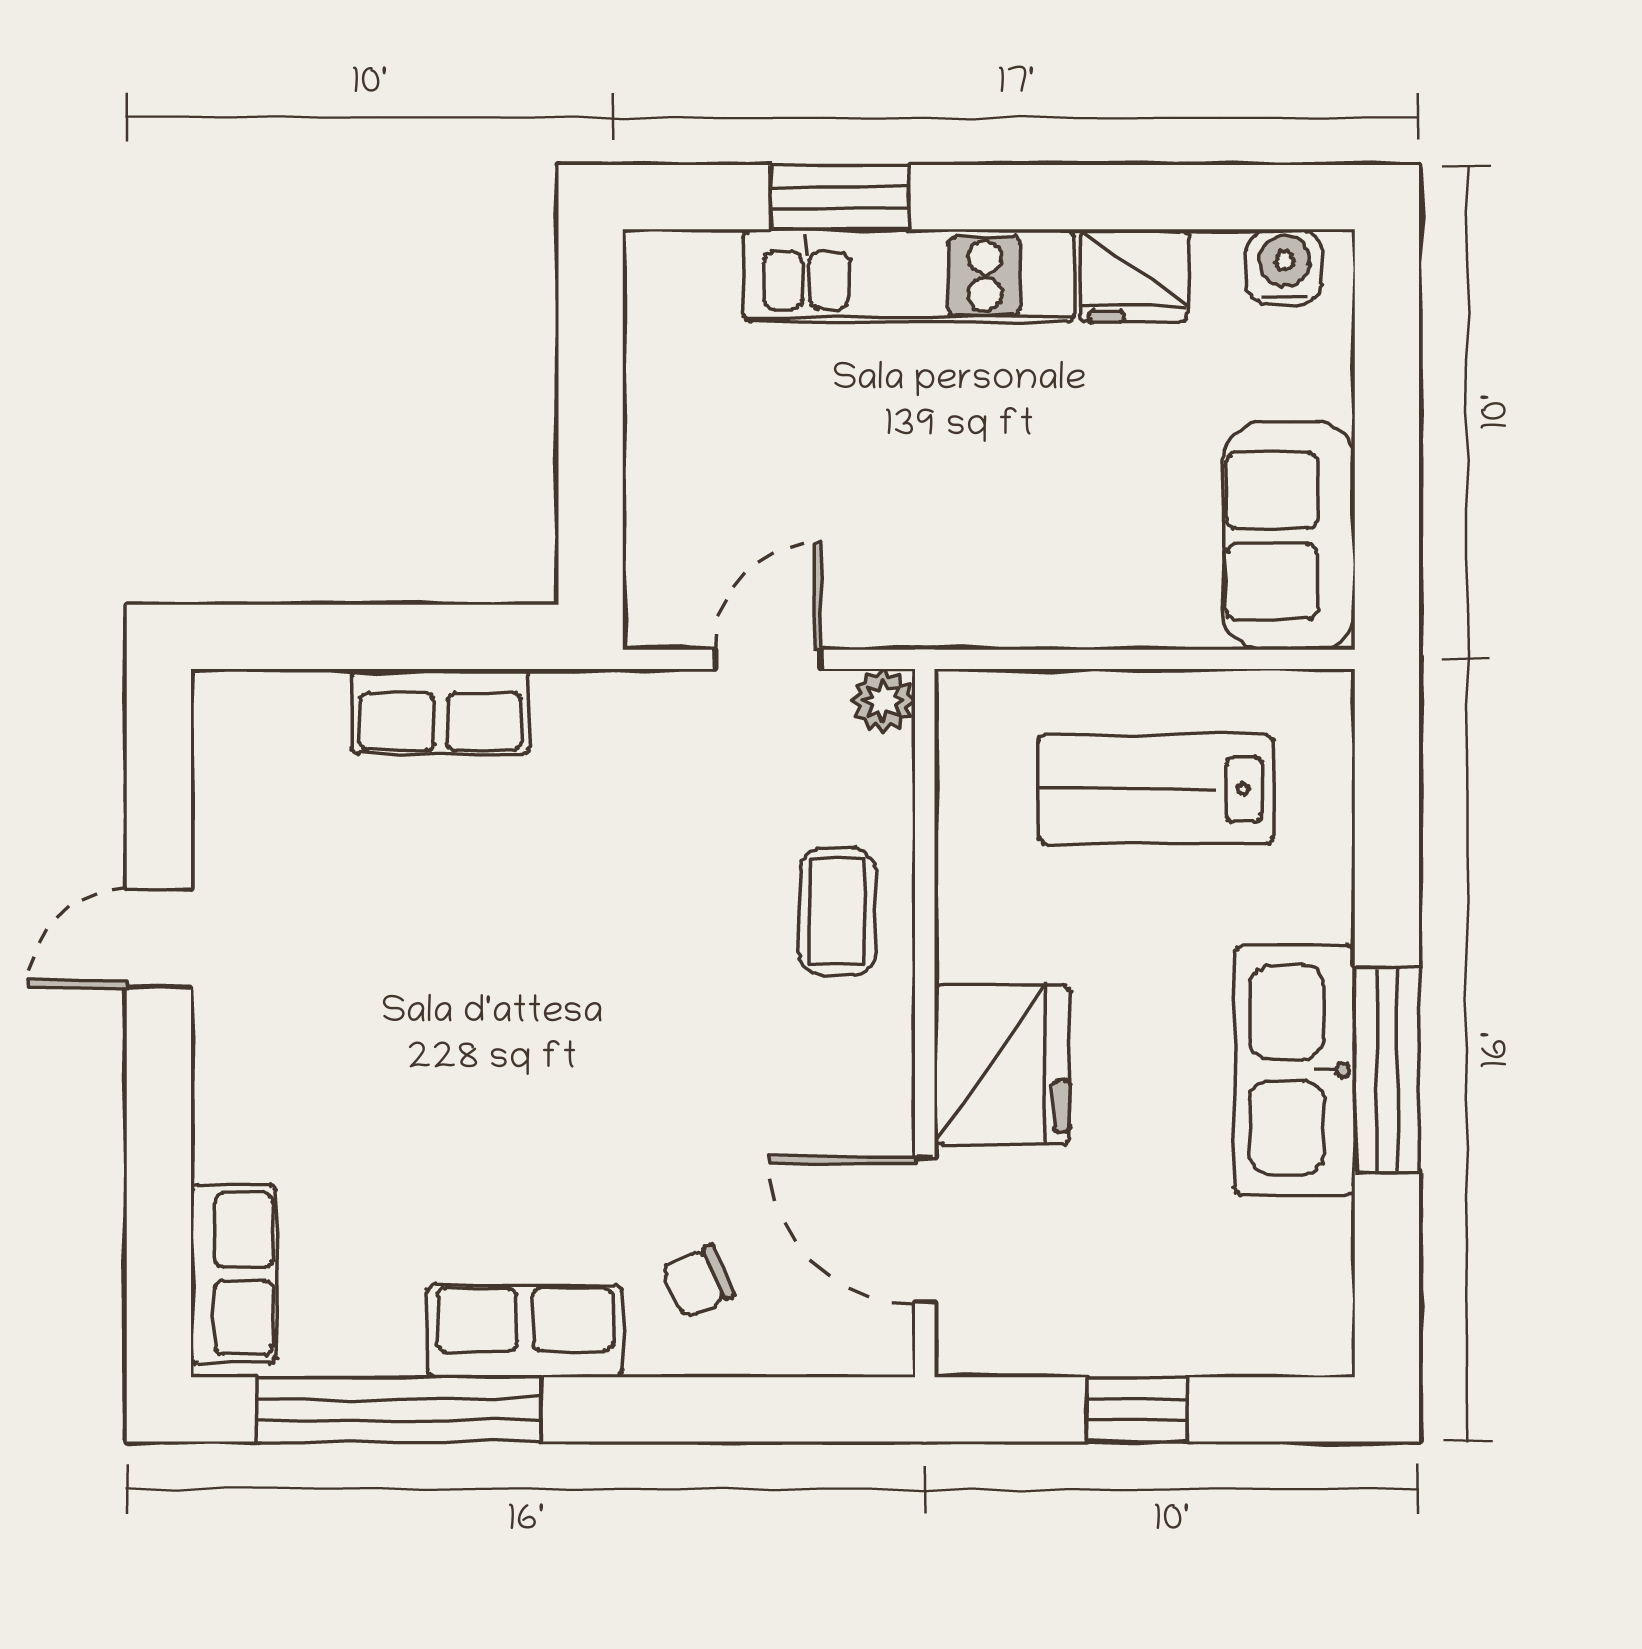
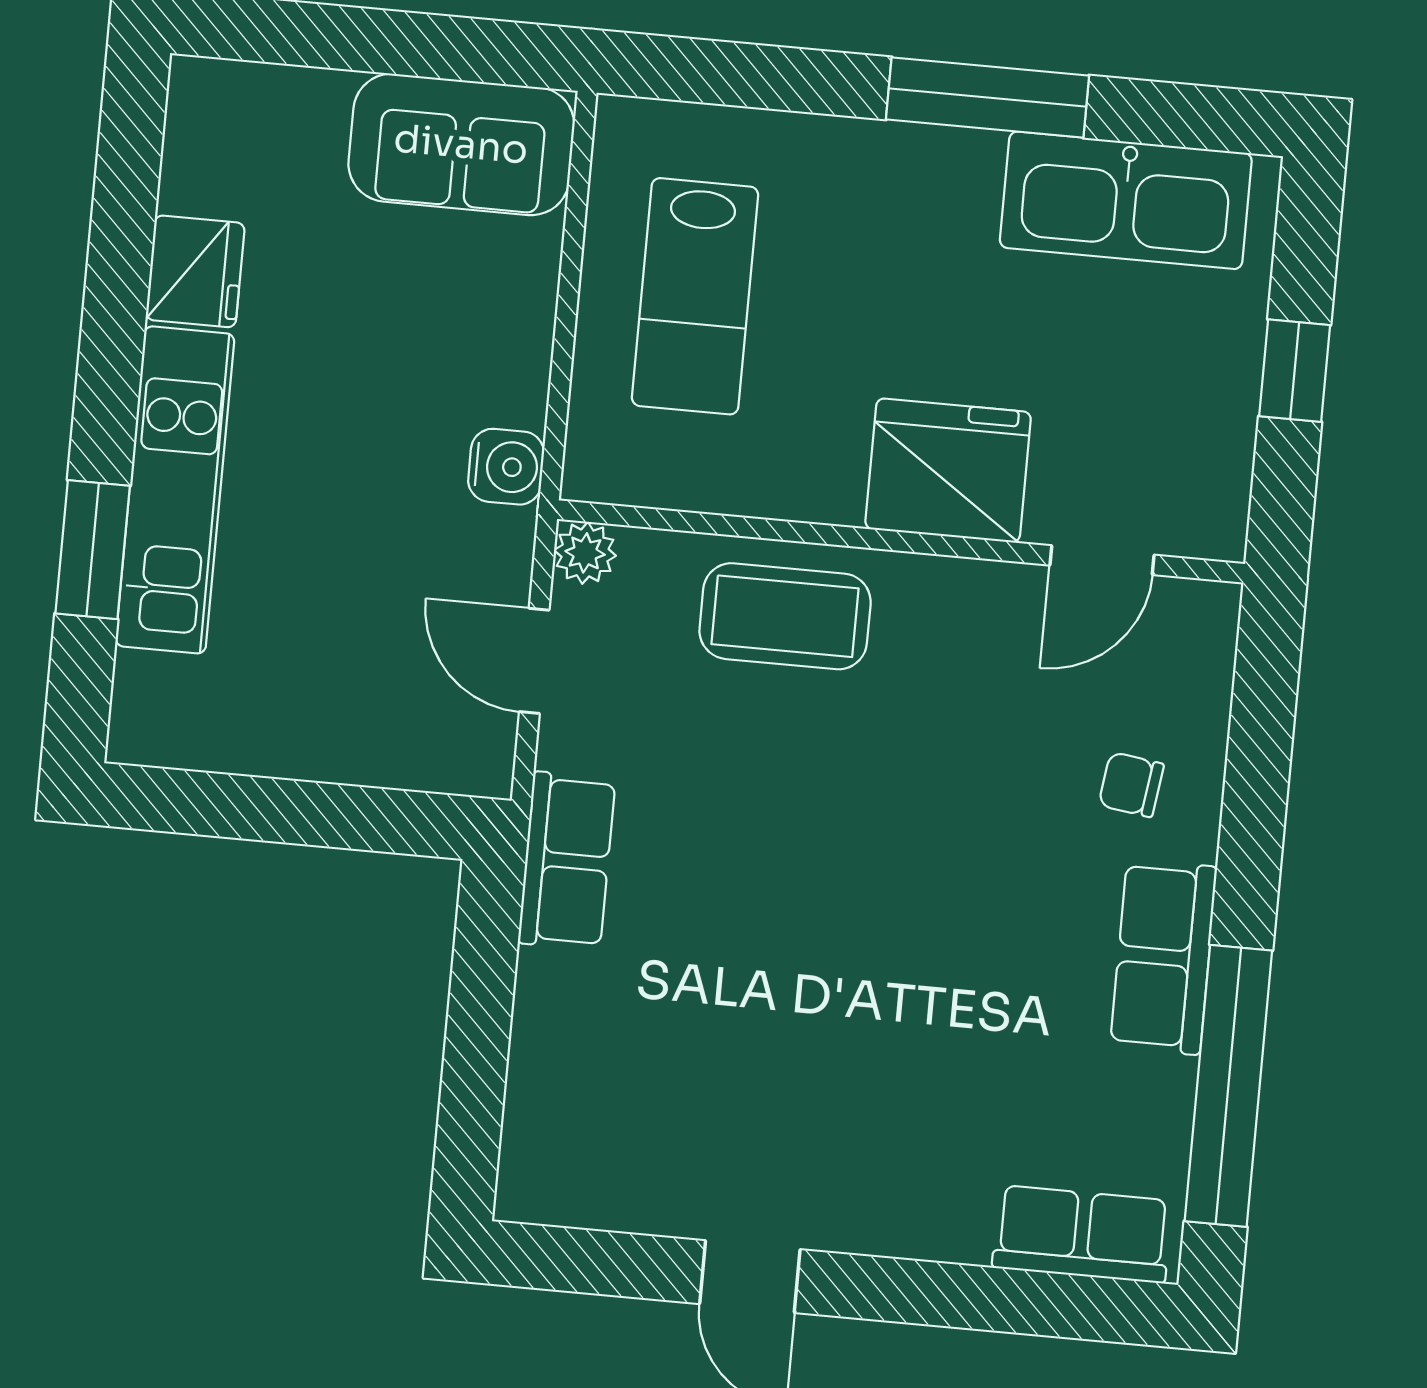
water cooler: (1284, 267) -> (506, 467), moved, turned 180
row of seats: (441, 711) -> (567, 861), moved
coffee table: (837, 912) -> (785, 616), width x1.36, depth x1.30
kitchen sink: (1295, 1070) -> (1126, 200), moved
door: (925, 1230) -> (1102, 560), width x0.73
chair: (698, 1281) -> (1131, 785), turned 123

